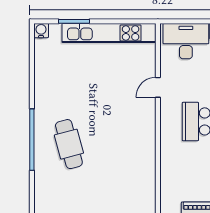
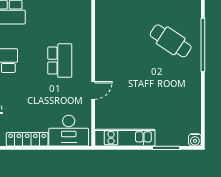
kitchen unit: (109, 33) -> (125, 138), width x0.73
cafe table: (69, 144) -> (171, 41), turned -42

